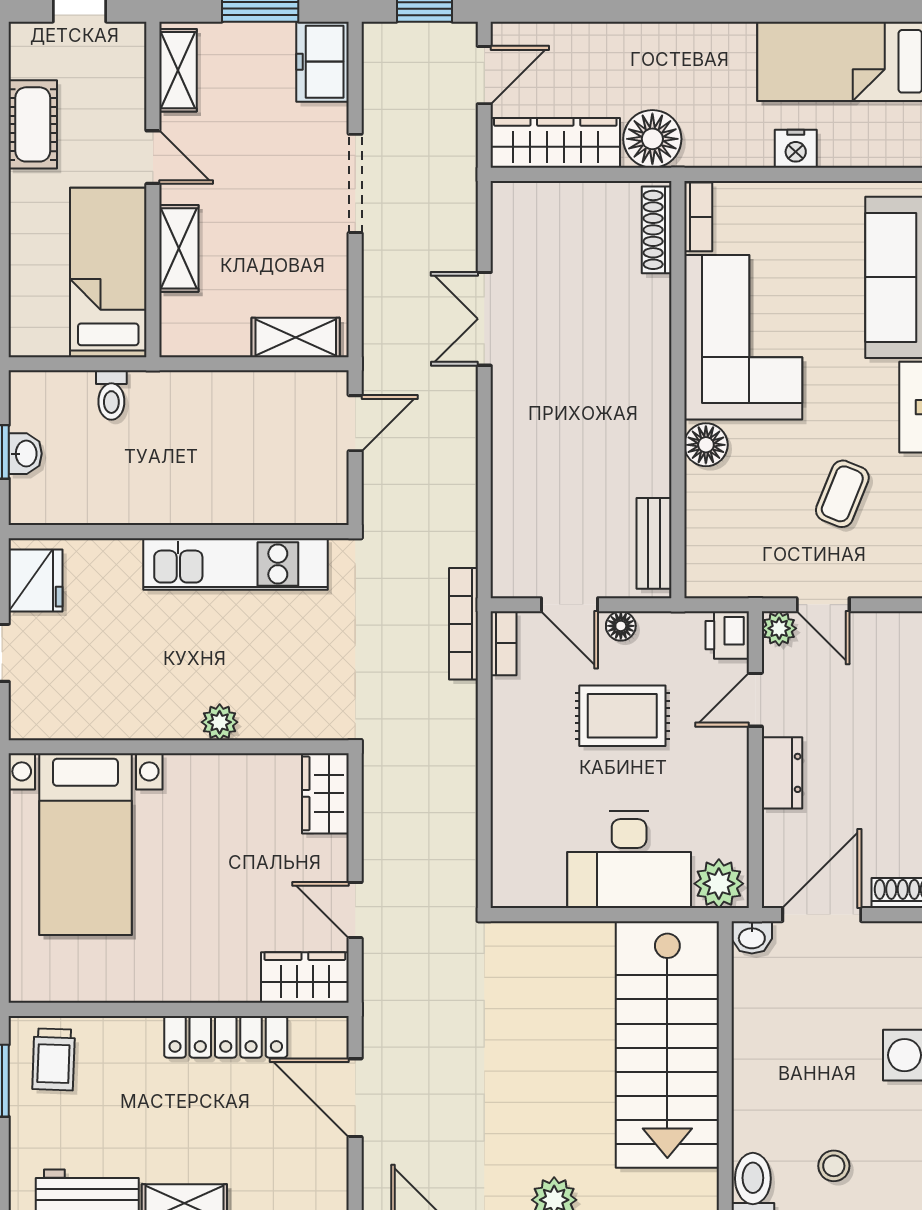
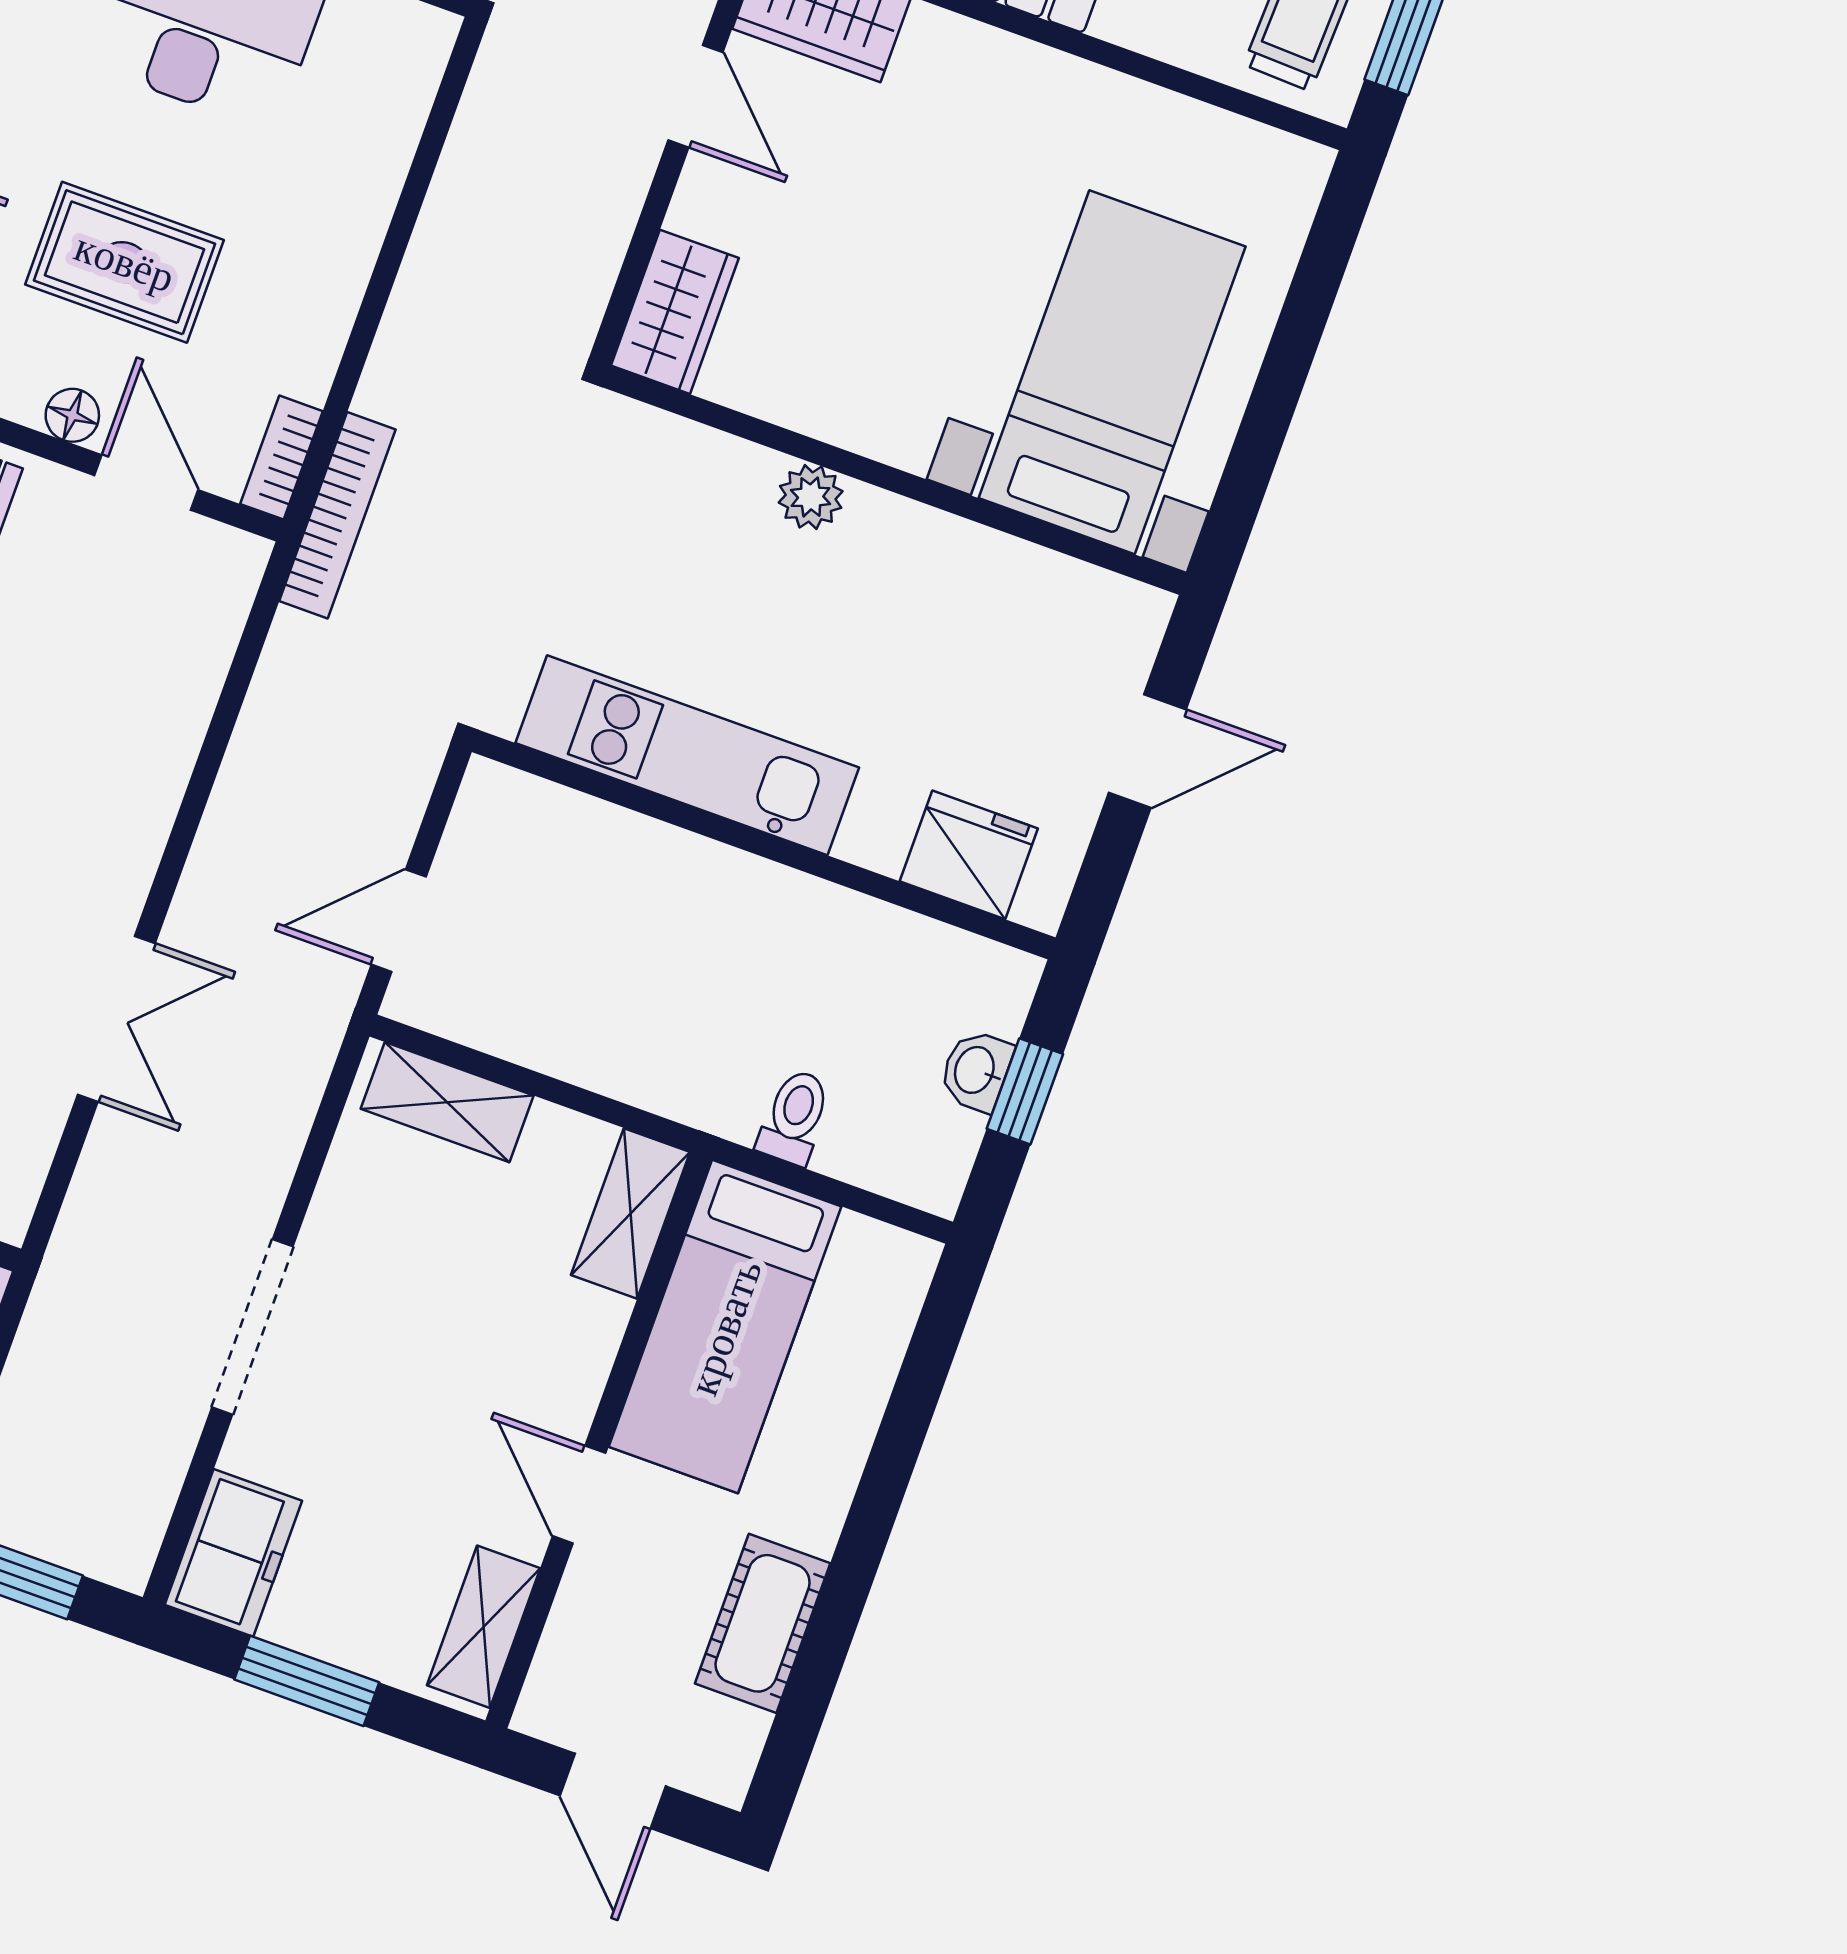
shelving: (179, 248) -> (631, 1213), moved
fridge: (35, 580) -> (969, 855), moved, turned 90

